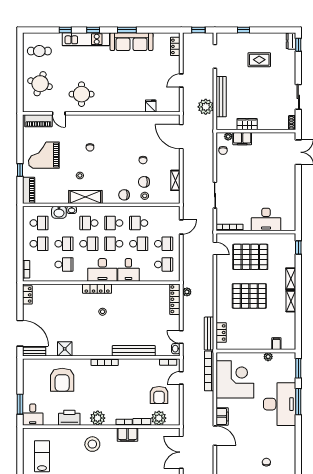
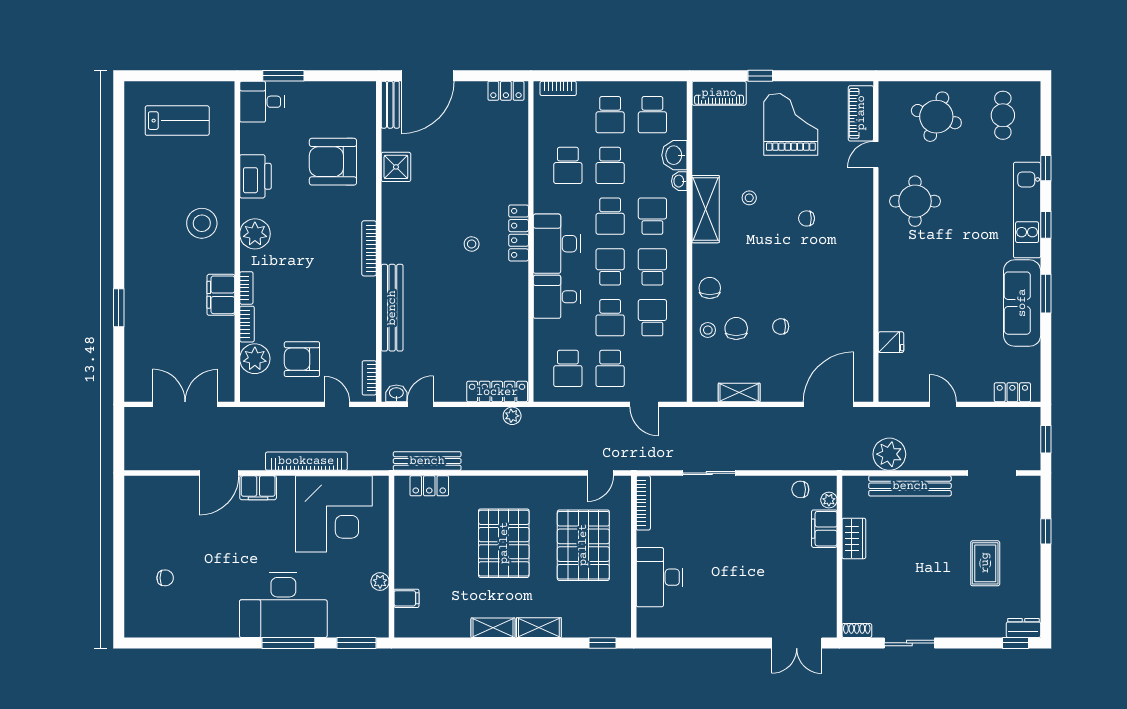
bookcase: (209, 371) -> (306, 461), moved

